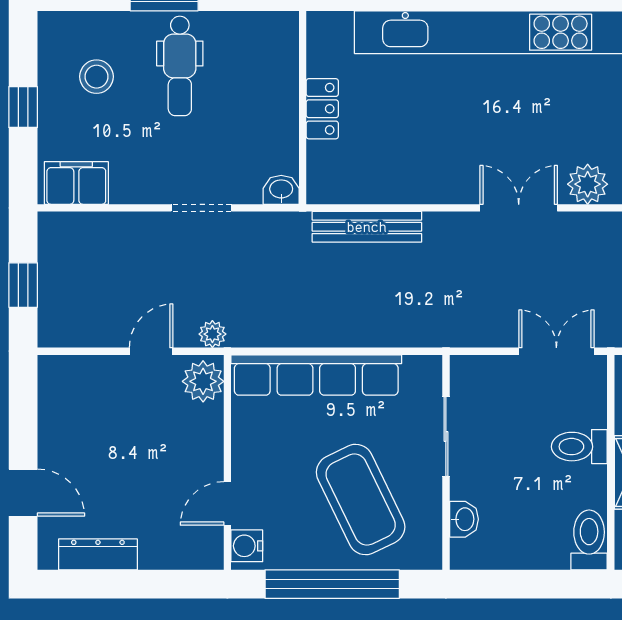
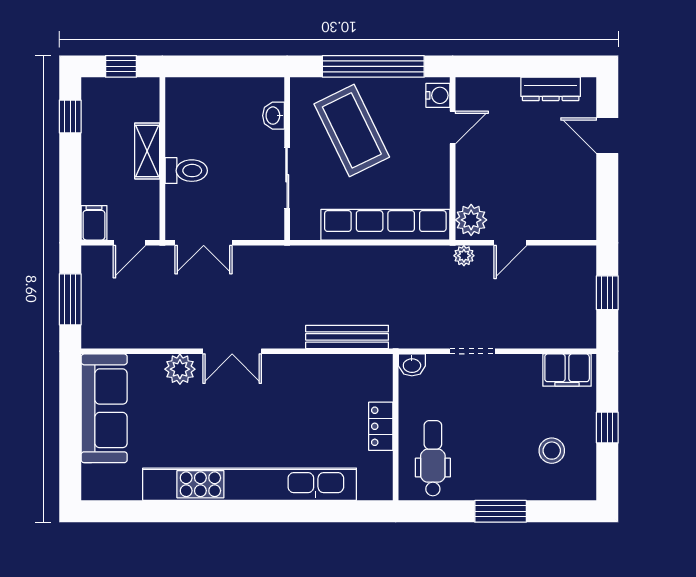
dental chair: (180, 66) -> (433, 458), moved
toilet: (589, 540) -> (179, 100), removed

